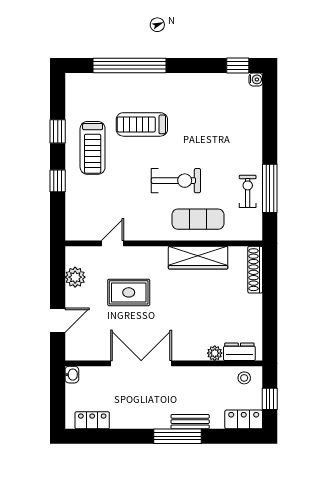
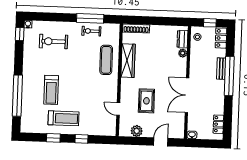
exercise bike: (176, 181) -> (54, 41), moved, turned -90
door: (58, 320) -> (161, 142), hinge flipped
window: (178, 436) -> (229, 76), width x1.46

